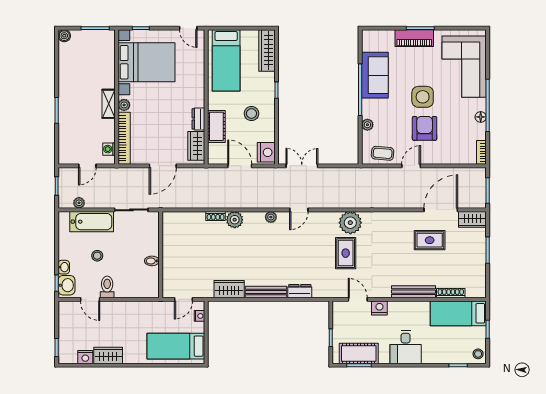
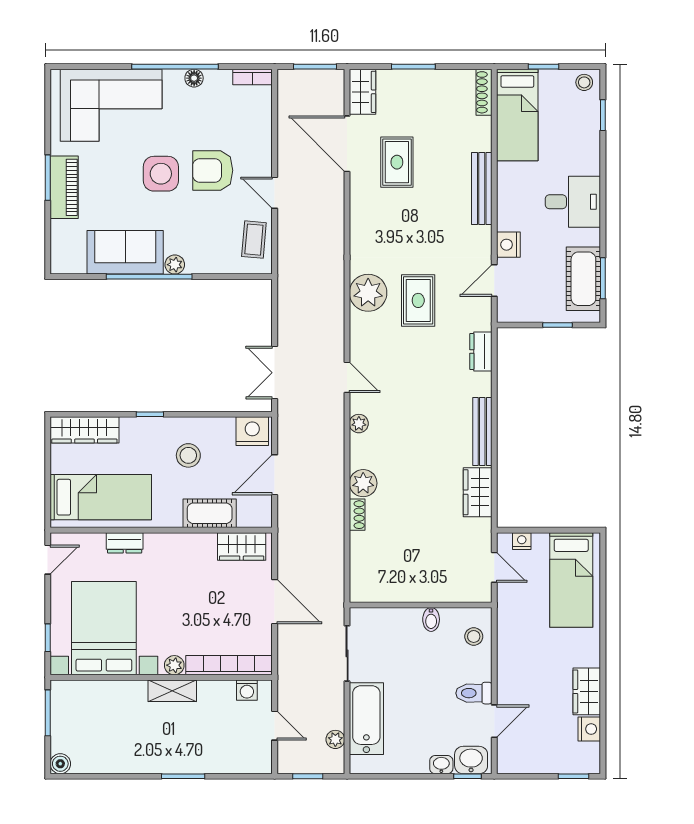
dresser: (198, 119) -> (125, 543), moved
plant: (367, 125) -> (175, 265), moved
rug: (346, 253) -> (418, 300), turned 90
stool: (97, 256) -> (474, 636), moved
dresser: (300, 291) -> (481, 352), moved
shoe rack: (451, 293) -> (484, 92), moved

